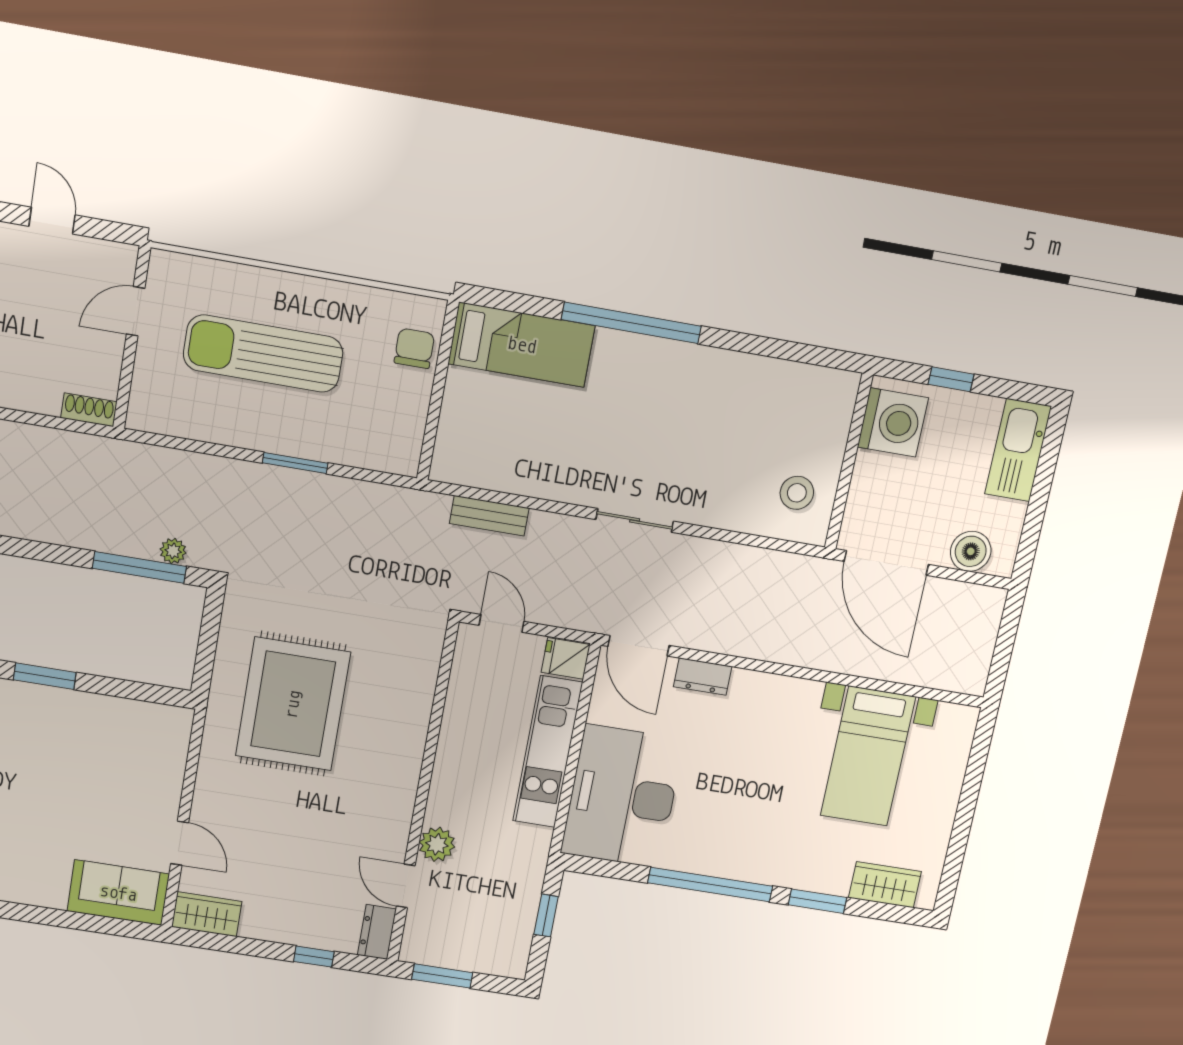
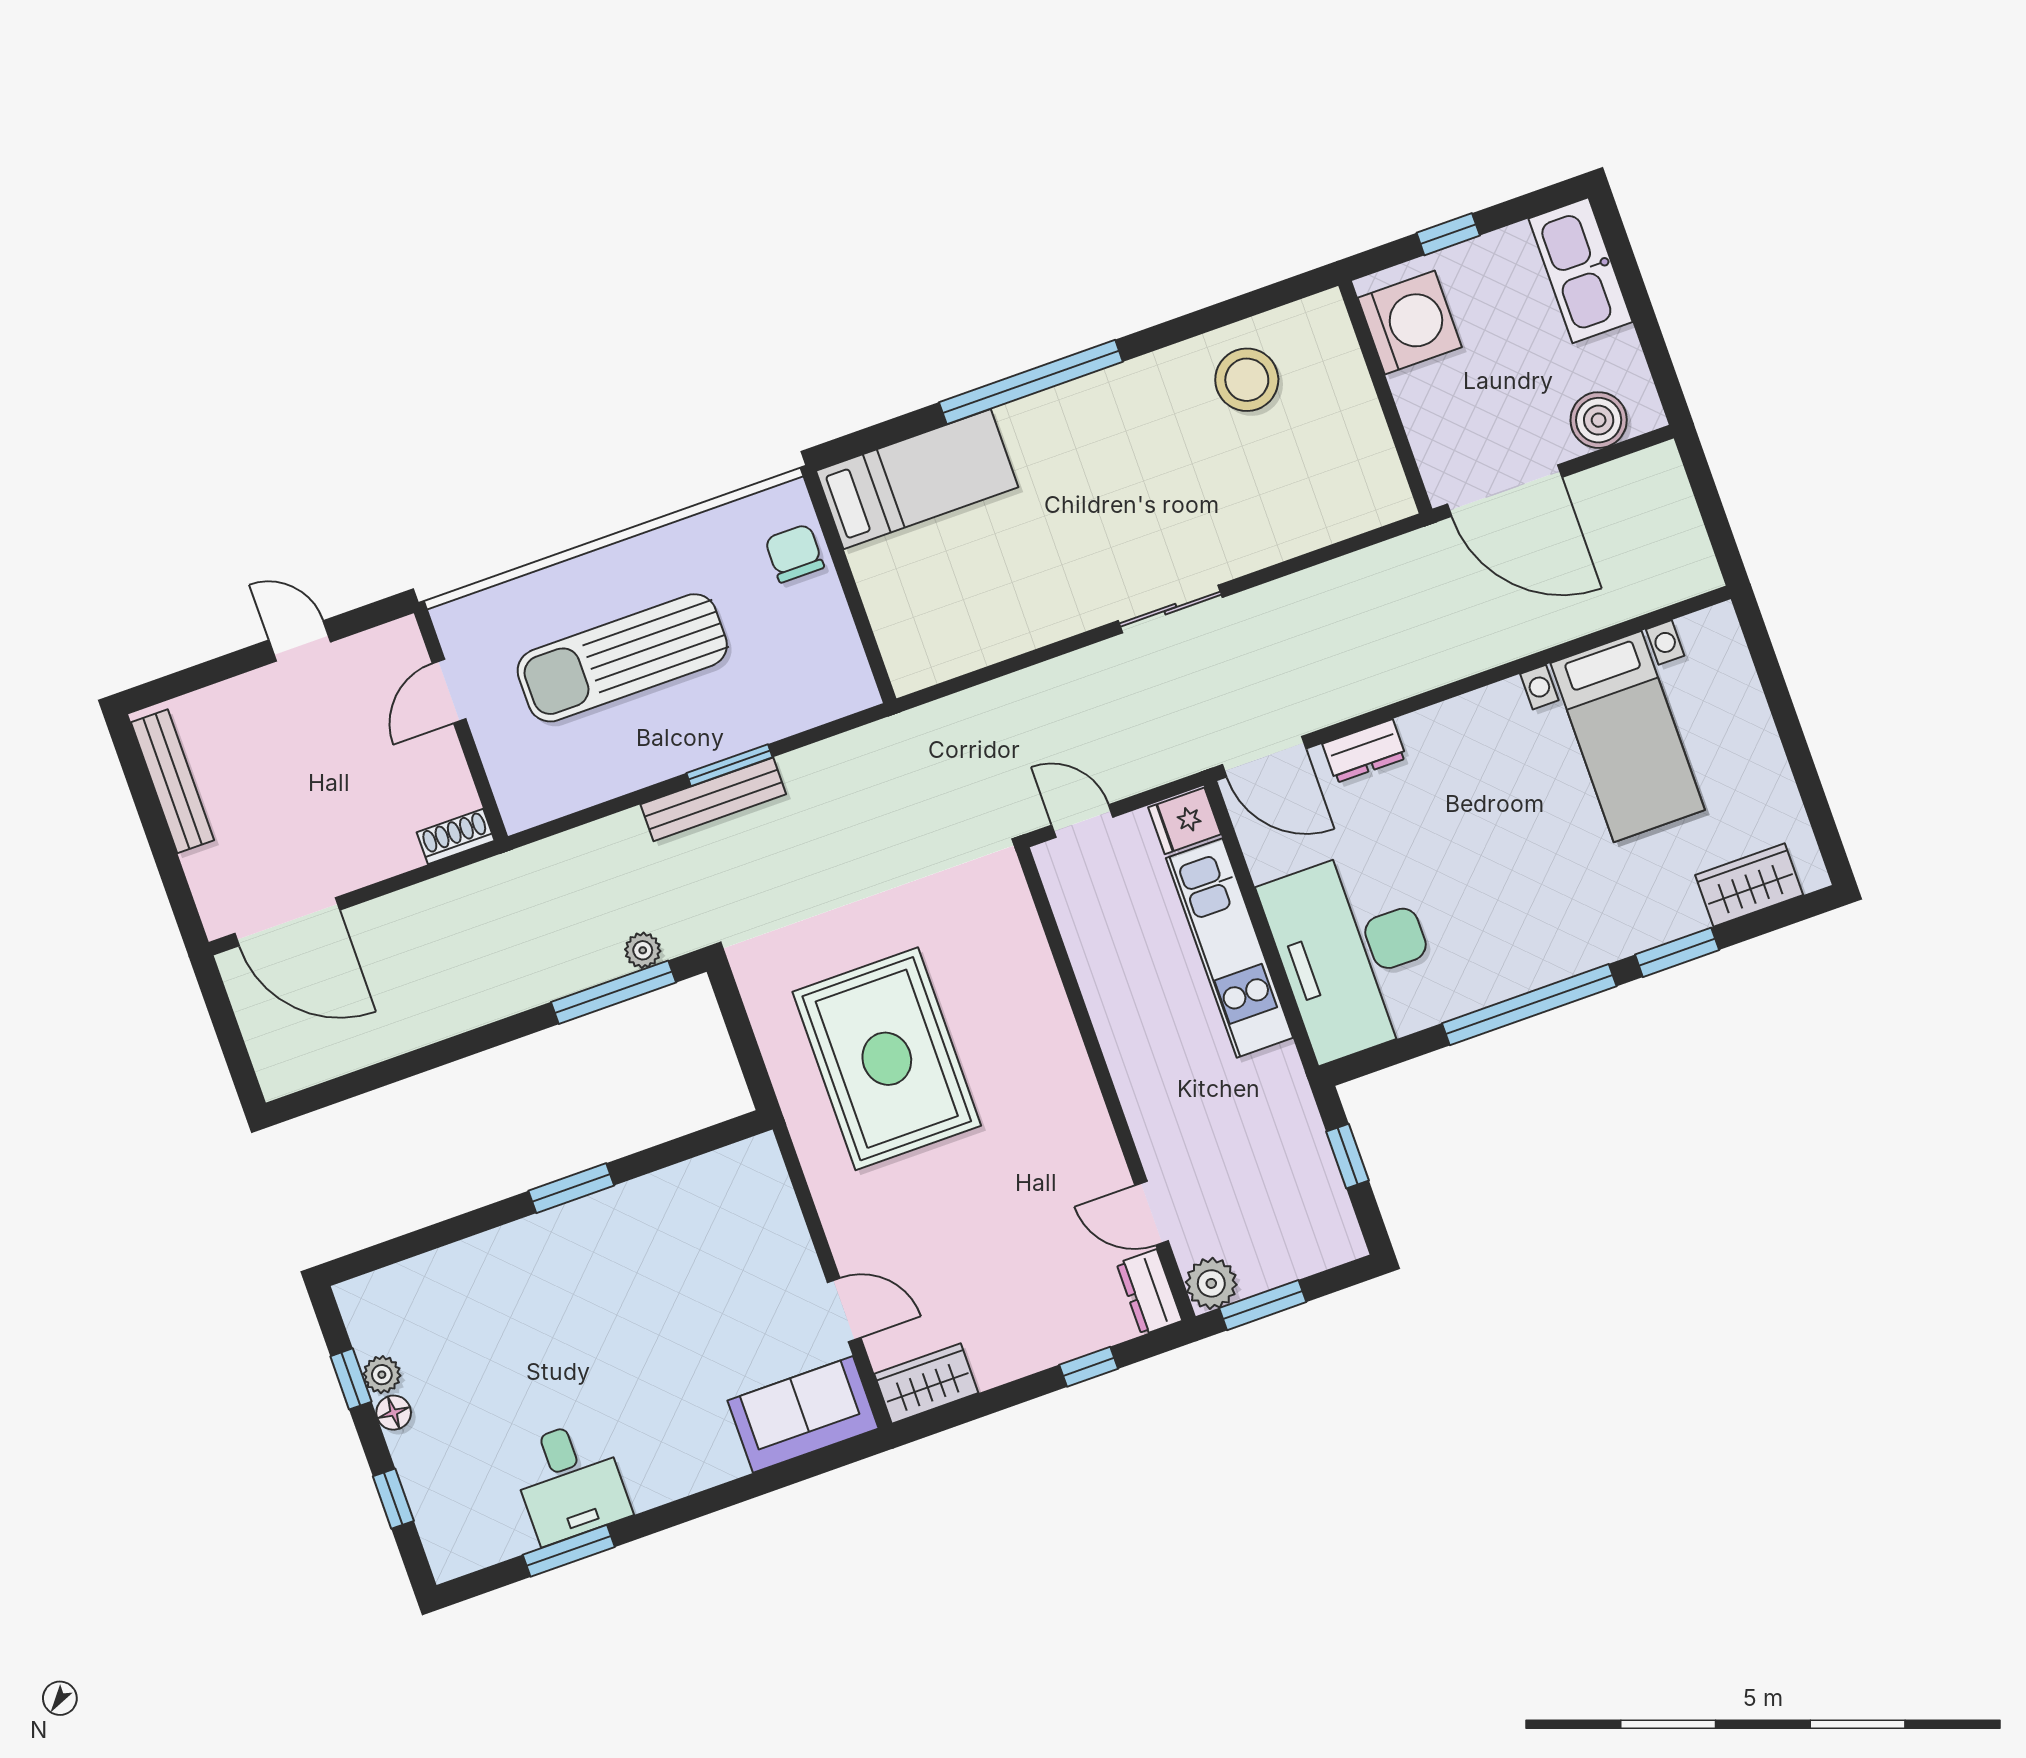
stool: (797, 493) -> (1247, 380), moved, width x1.38, depth x1.38
bench: (489, 516) -> (713, 799), moved, width x1.36
plant: (437, 844) -> (1211, 1283), moved

